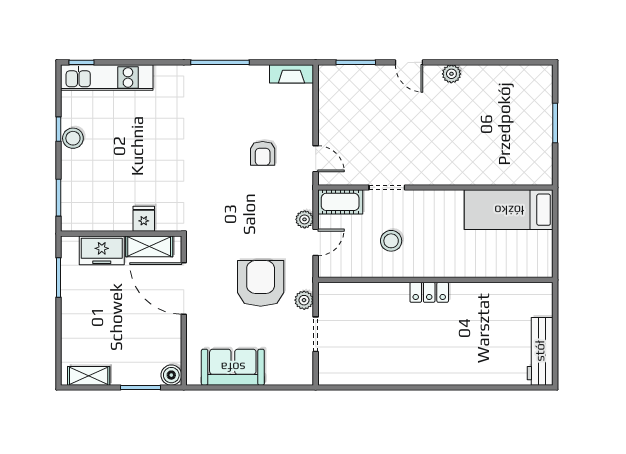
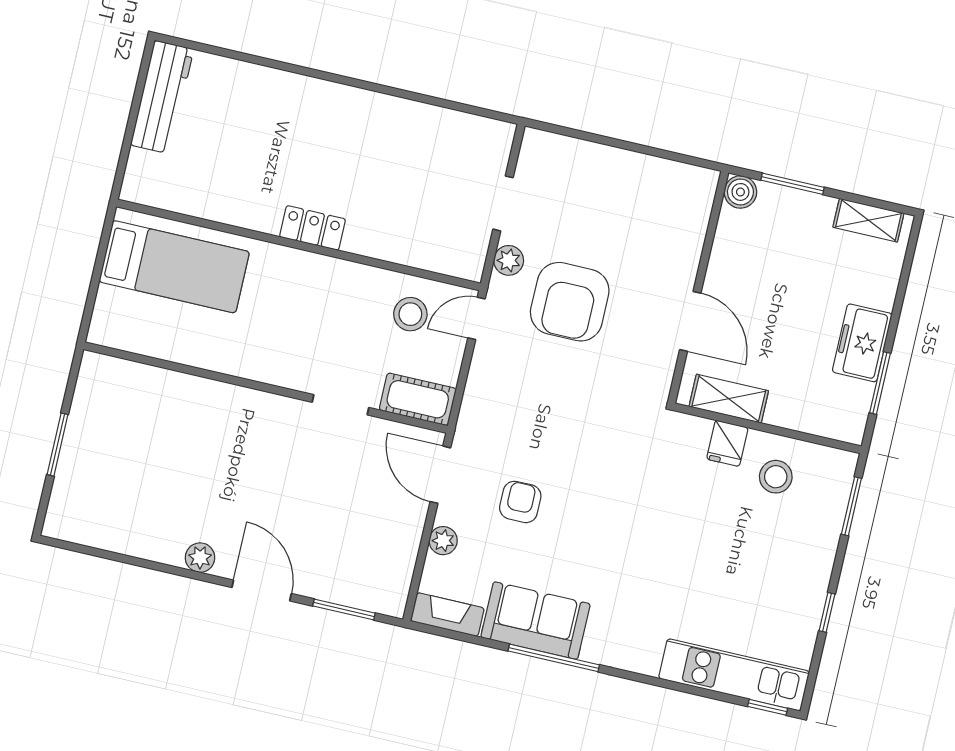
door: (409, 62) -> (262, 590), width x1.38
stool: (73, 138) -> (776, 477), moved
door: (316, 159) -> (440, 475), width x1.38
bed: (509, 210) -> (174, 267), moved
plant: (305, 219) -> (443, 541), moved
stool: (391, 241) -> (410, 314), moved
door: (316, 242) -> (476, 318), moved
freezer: (102, 250) -> (862, 343), moved, turned -90
door: (184, 288) -> (690, 321), width x0.73
sofa: (233, 367) -> (535, 621), moved, turned 180

